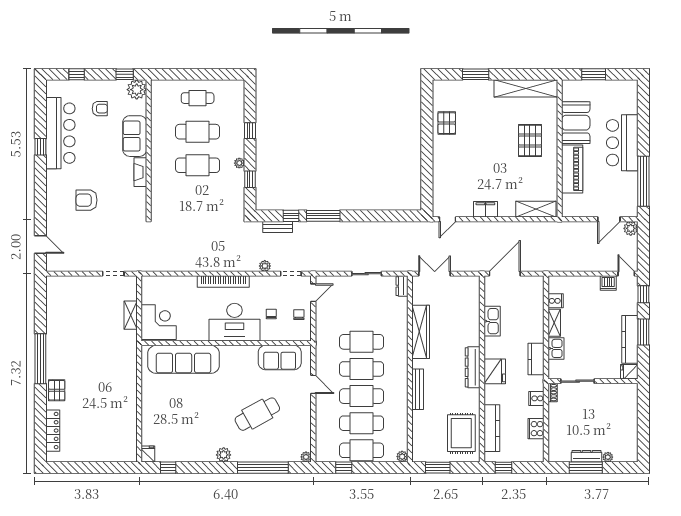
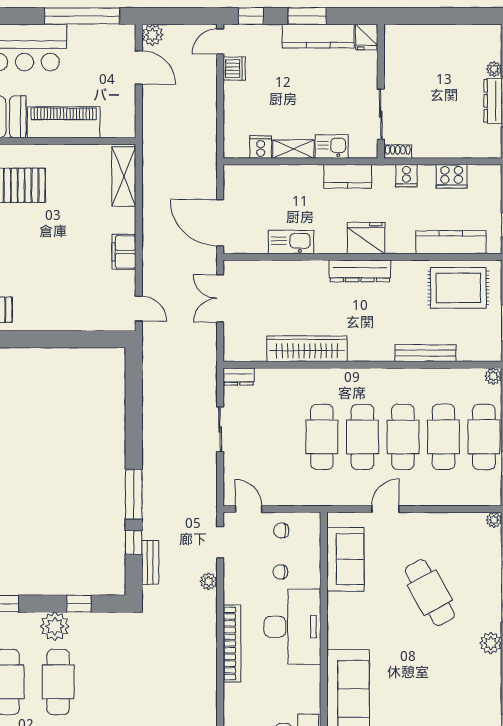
plant: (239, 163) -> (55, 626), width x1.88, depth x1.88
double door: (435, 274) -> (220, 298), moved
bench: (418, 389) -> (426, 353), moved

